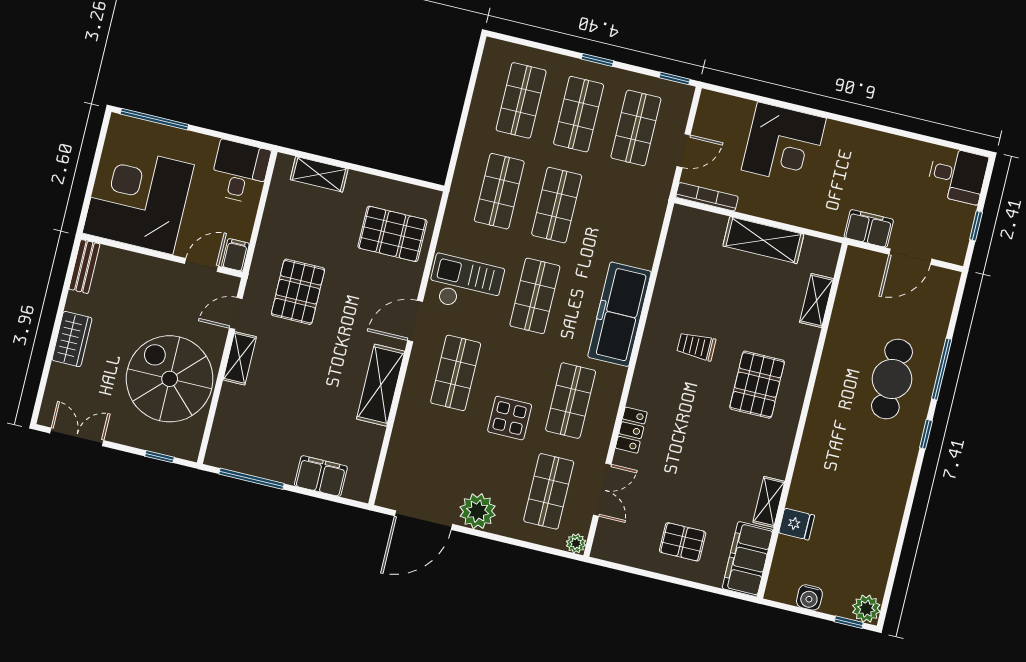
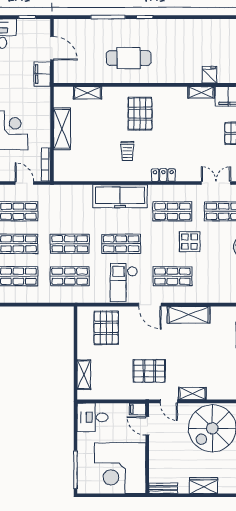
cafe table: (892, 379) -> (129, 58), moved
pallet: (757, 385) -> (140, 114), turned 90
locker: (631, 430) -> (163, 175), moved

